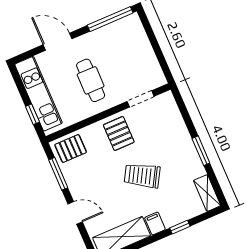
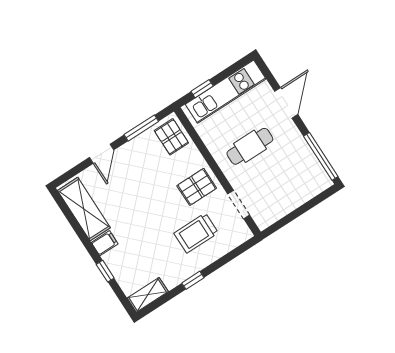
window: (201, 151) -> (193, 280), width x0.67
trolley: (142, 176) -> (196, 233), moved, turned -120

